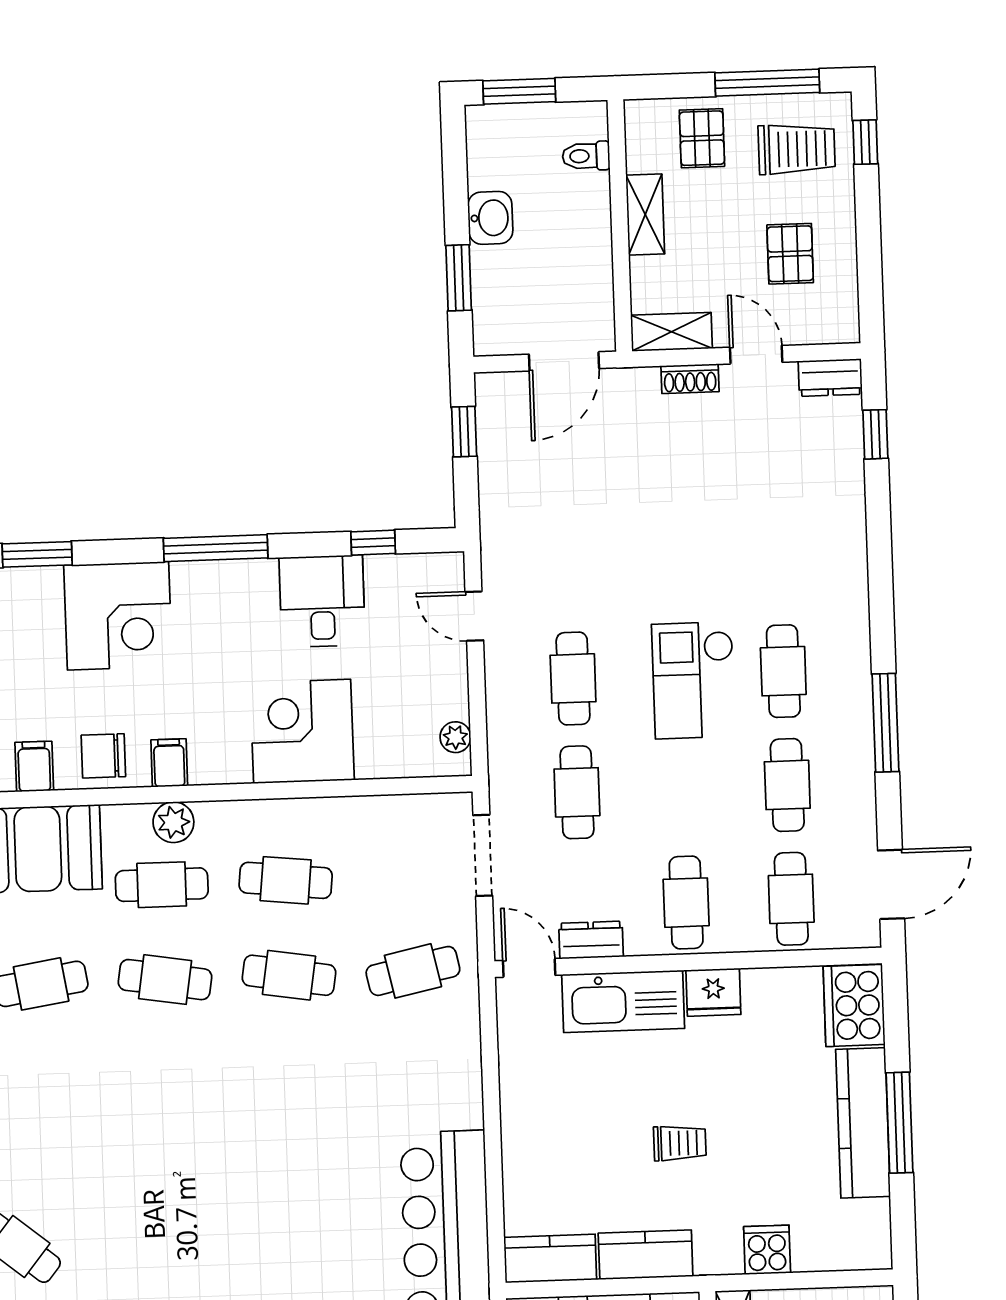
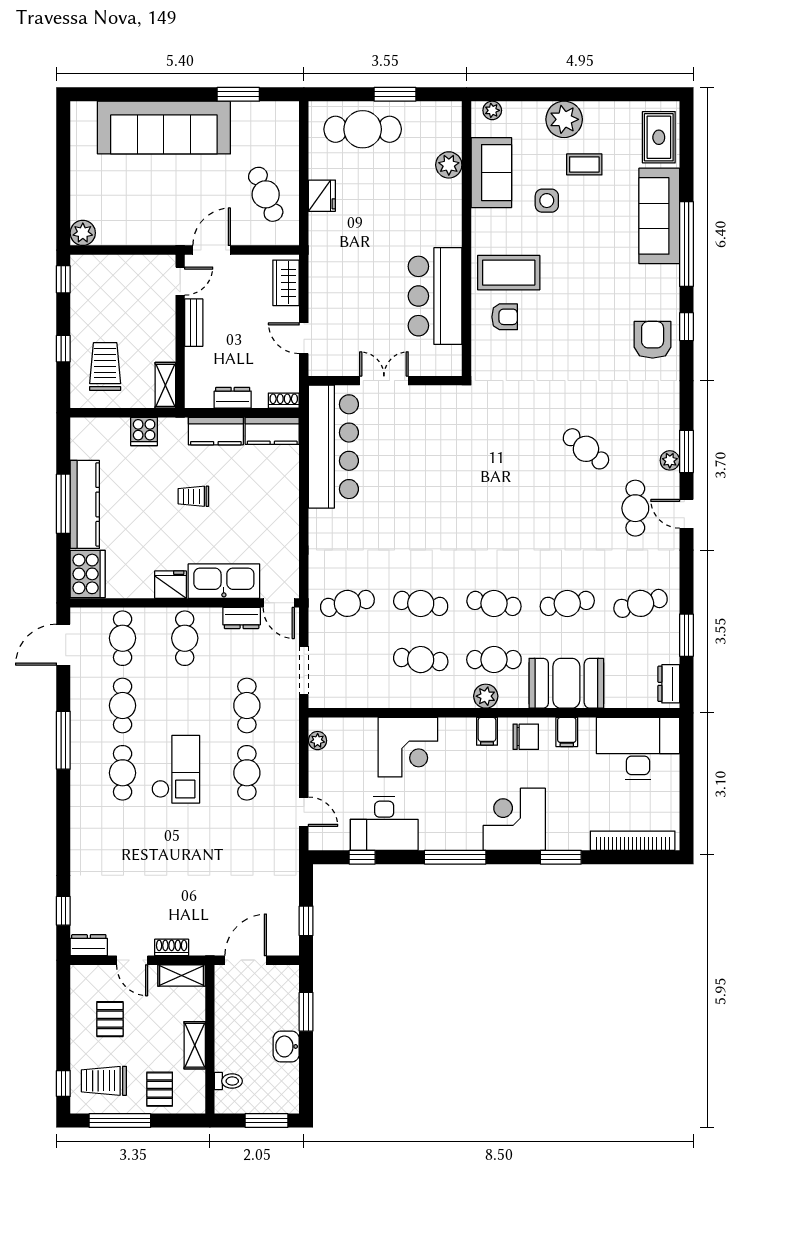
desk: (322, 601) -> (384, 824), width x1.37

